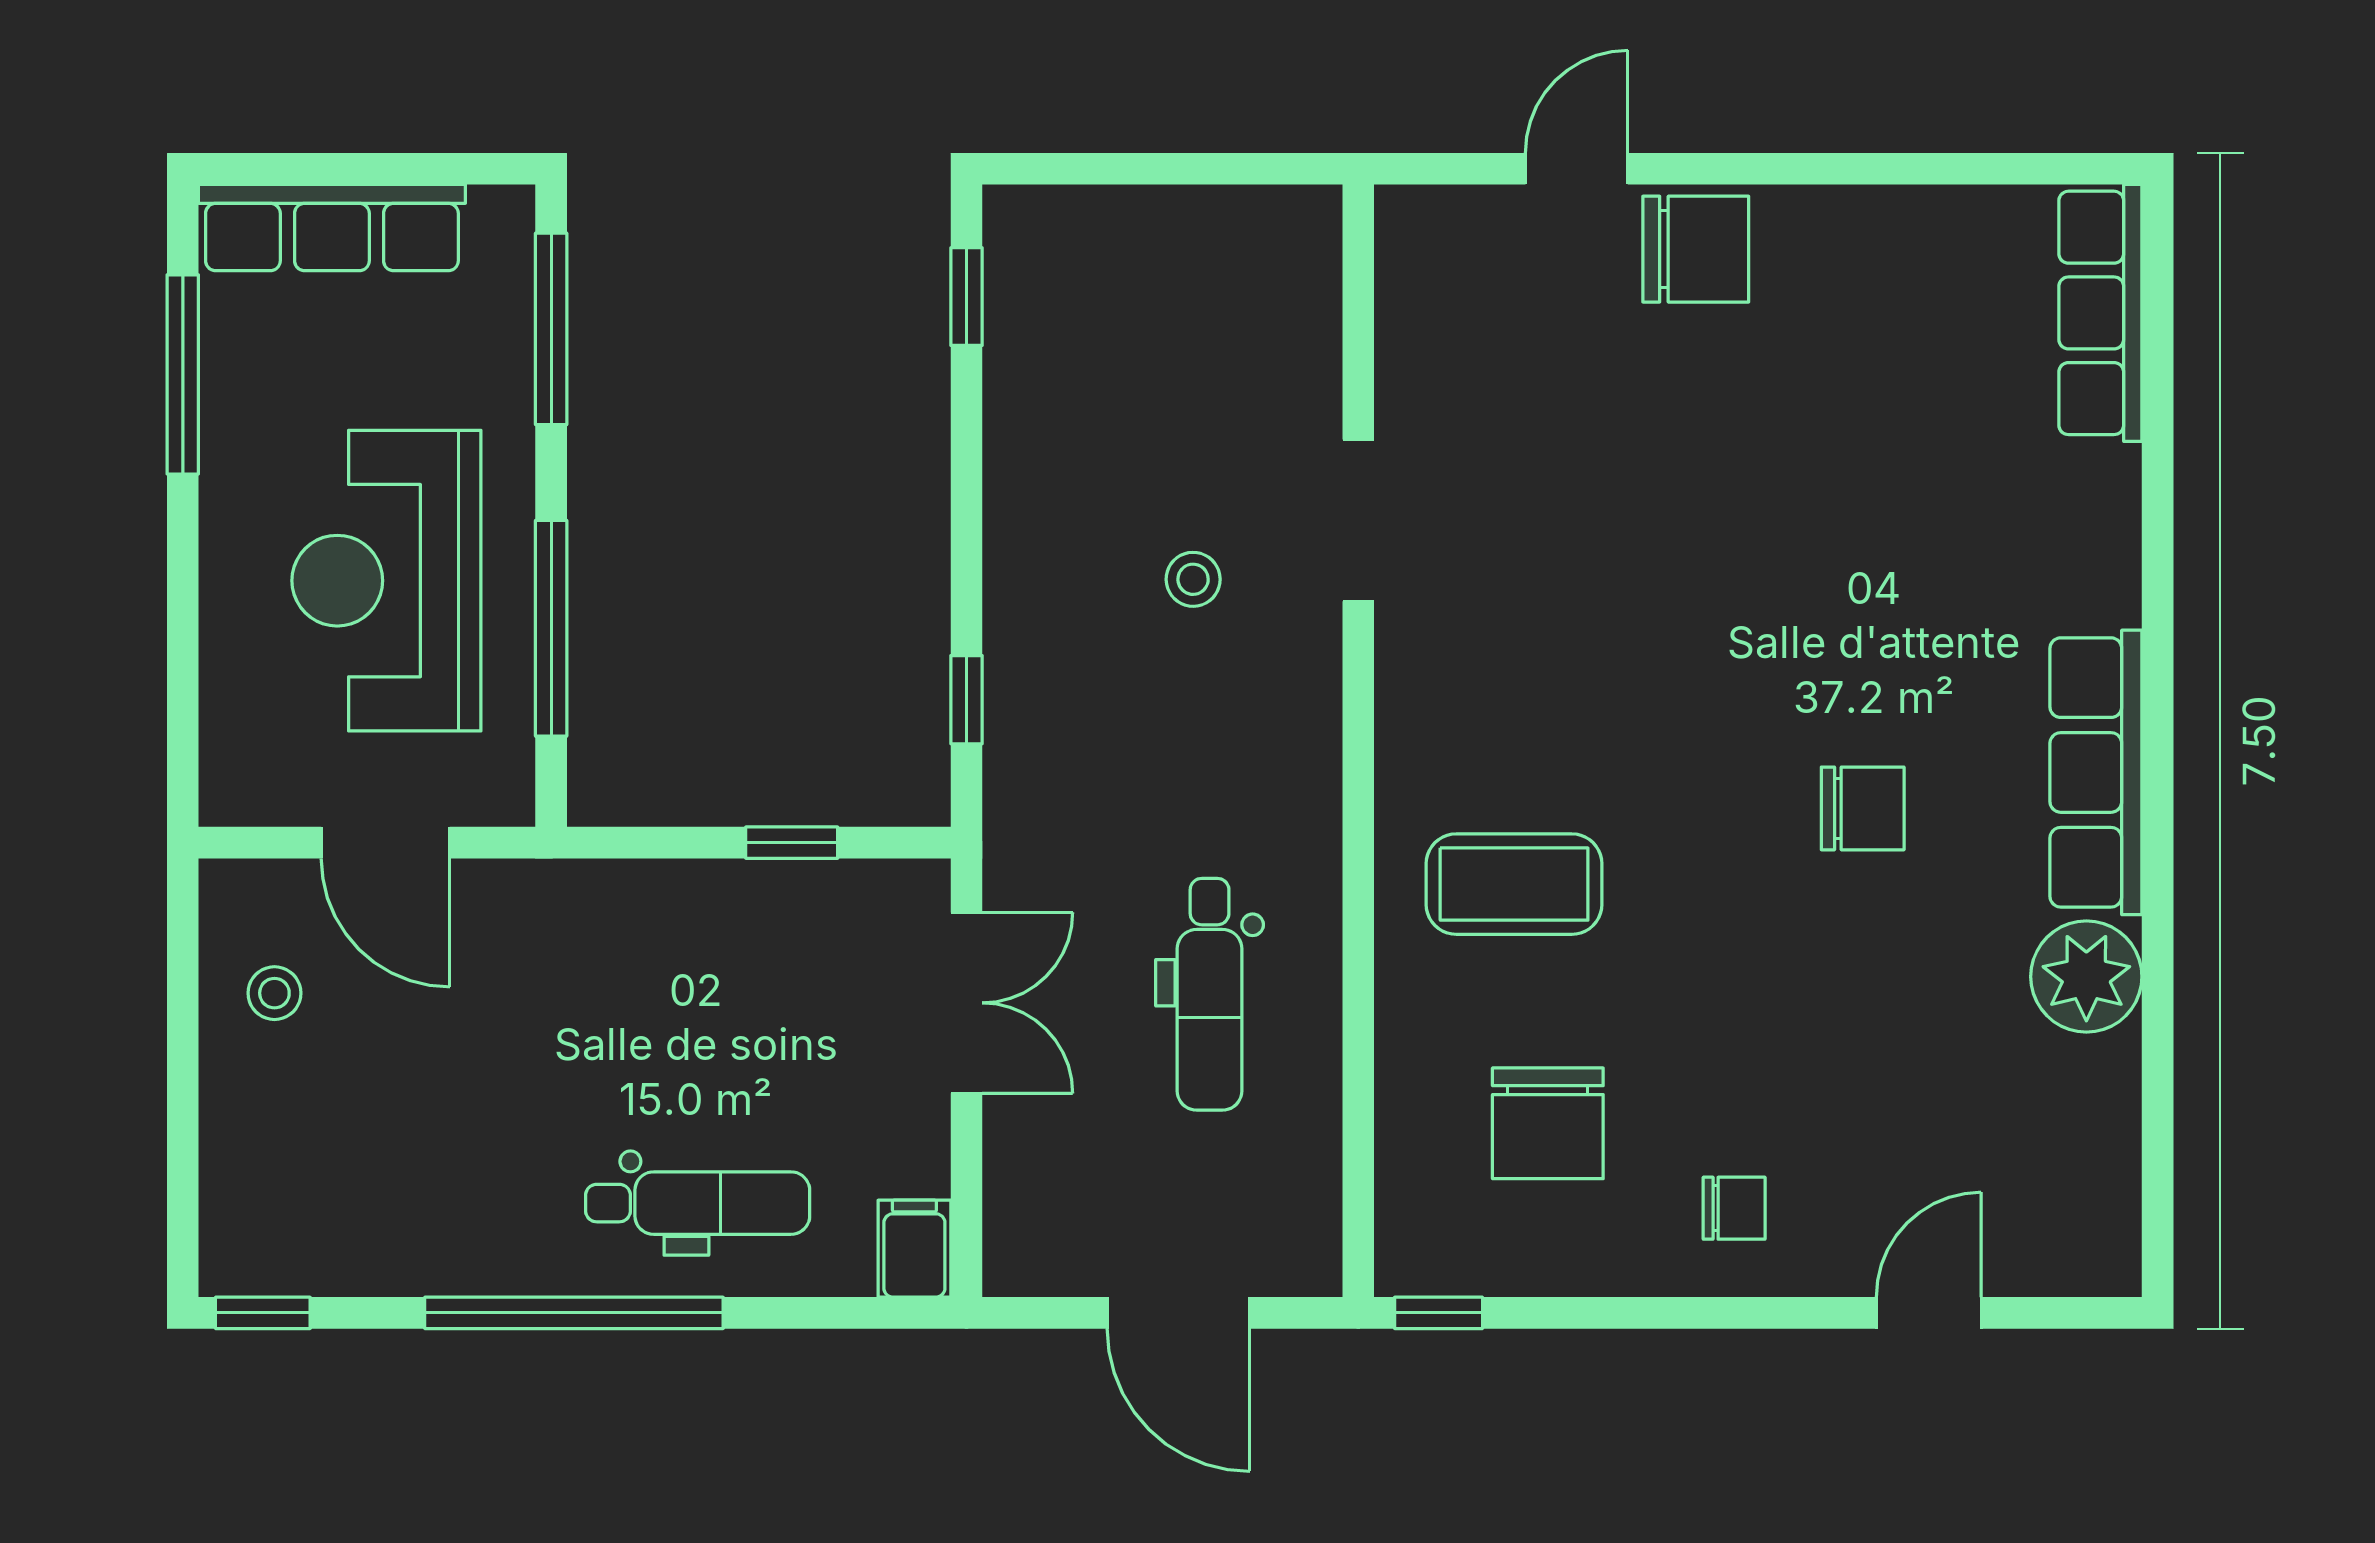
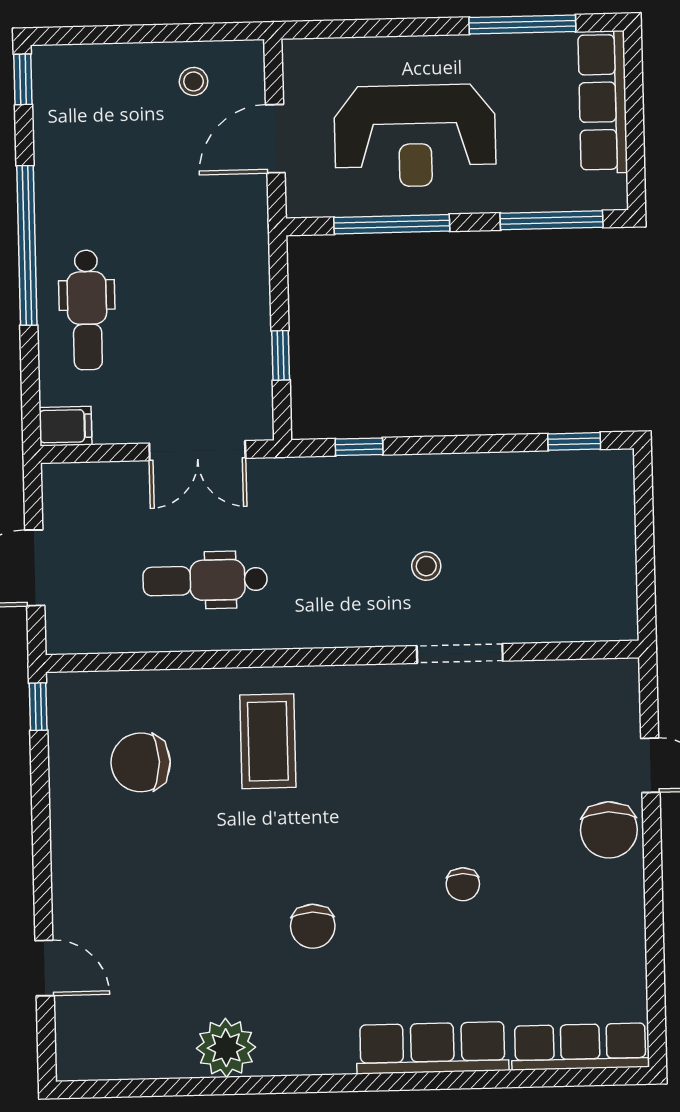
reception desk: (386, 581) -> (415, 136), turned 180
row of seats: (2096, 772) -> (432, 1048), moved
chair: (1734, 1208) -> (463, 884), moved

